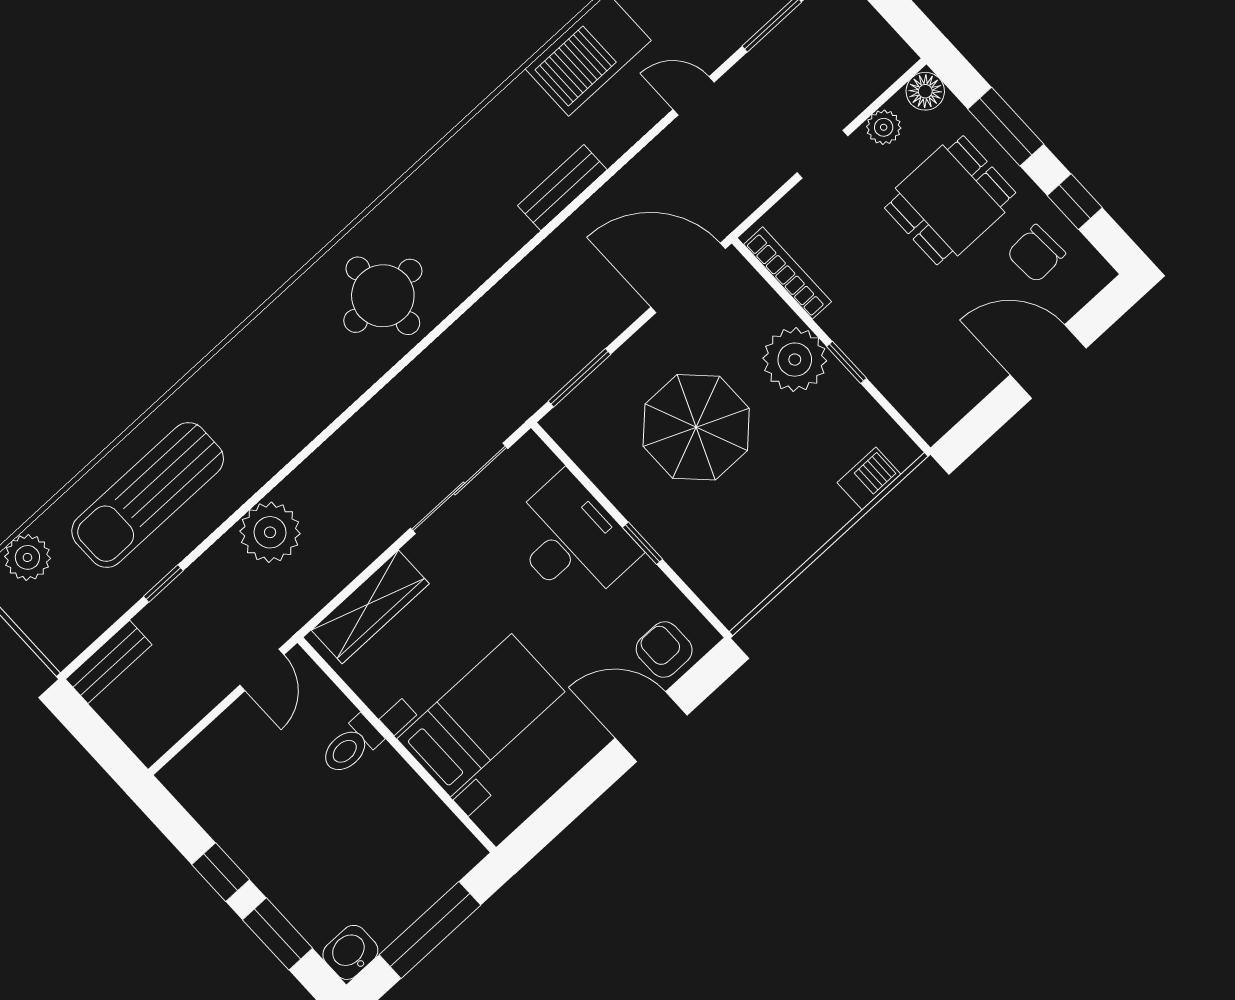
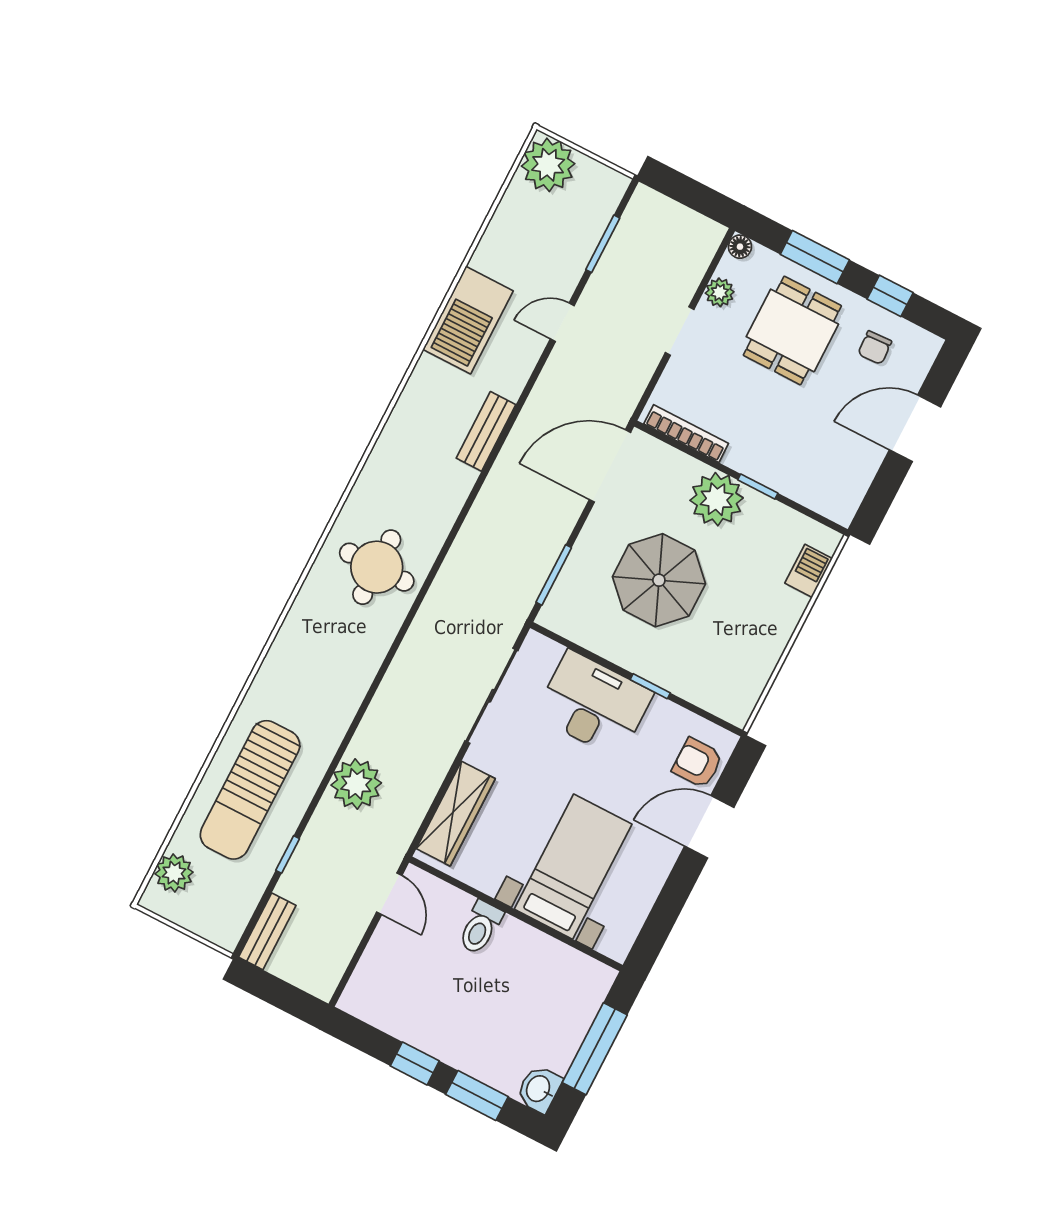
floor lamp: (925, 91) -> (740, 247), width x0.73, depth x0.73
chair: (1036, 254) -> (875, 348), width x0.73, depth x0.73

